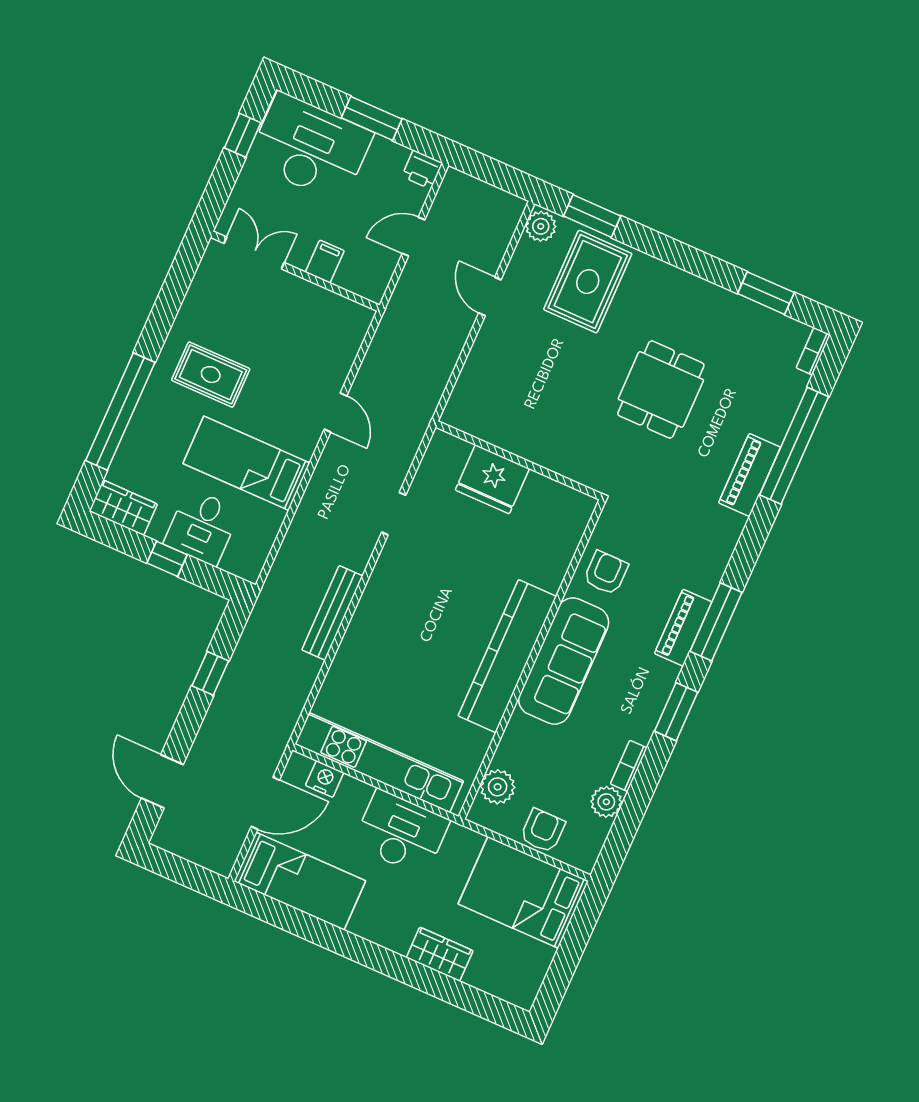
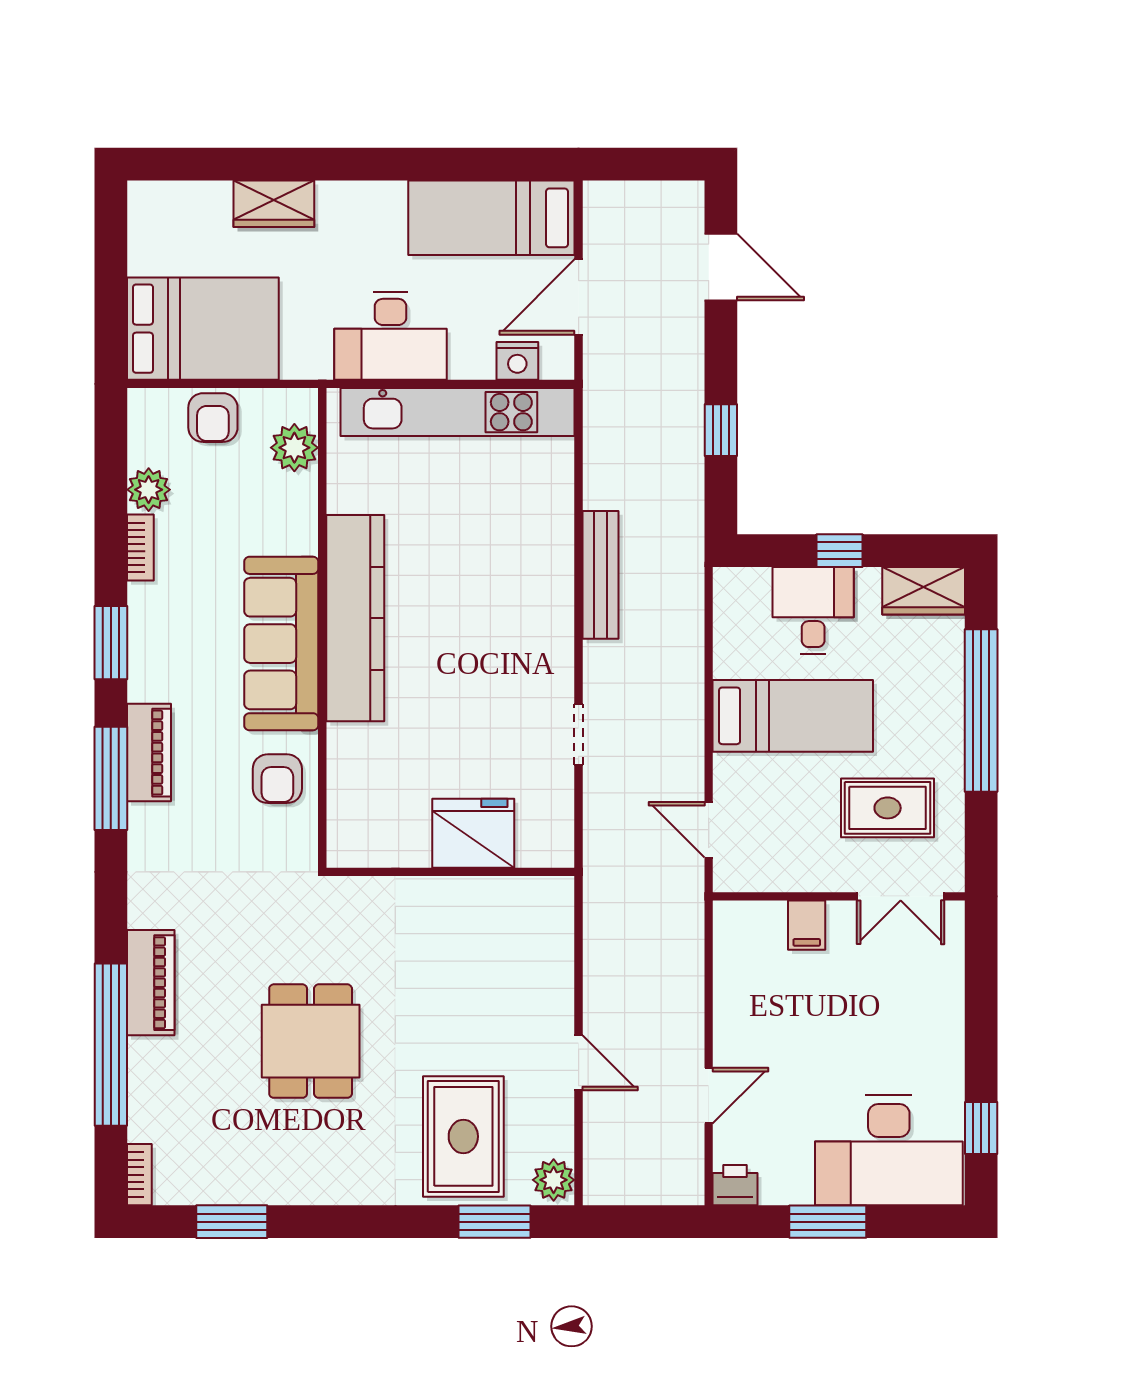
double door: (254, 253) -> (901, 896), moved
filing cabinet: (325, 262) -> (807, 925), moved
wall: (295, 271) -> (839, 896), moved

